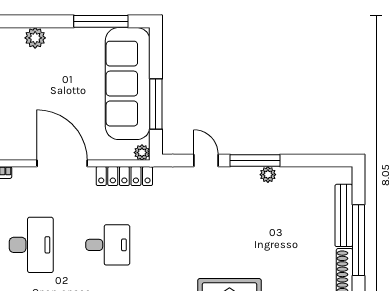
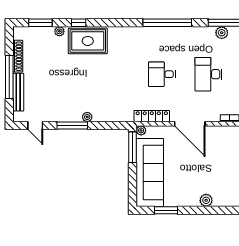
window: (101, 21) -> (166, 210), width x0.69
window: (156, 104) -> (133, 147), moved
door: (206, 160) -> (35, 126), moved
plant: (268, 175) -> (87, 117), moved

